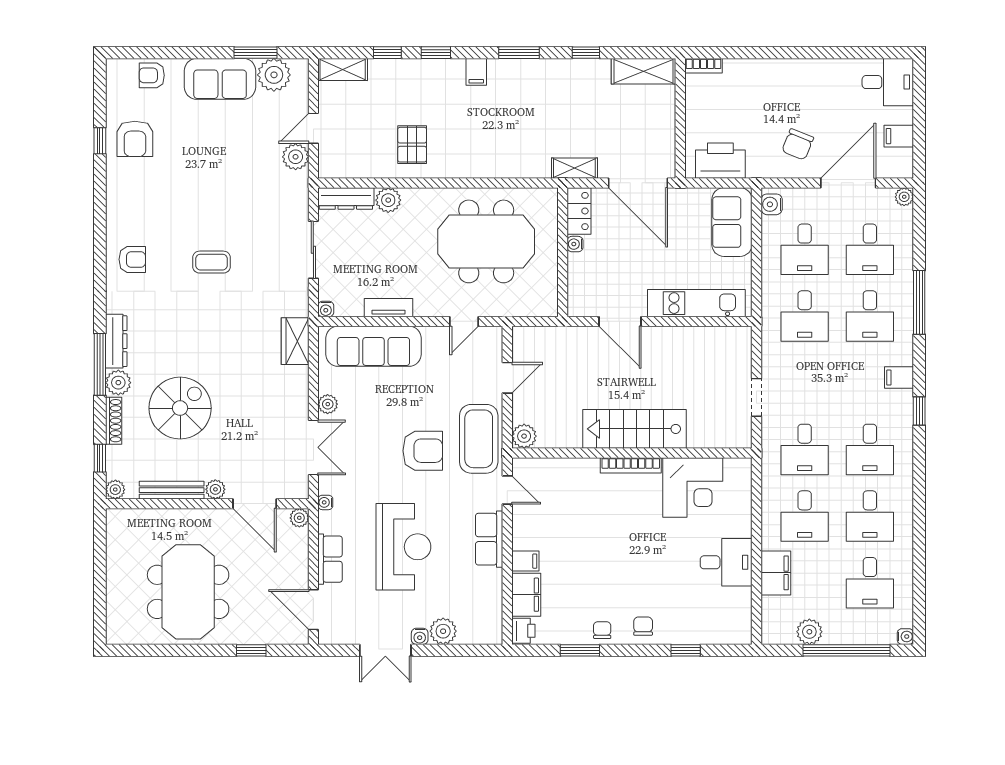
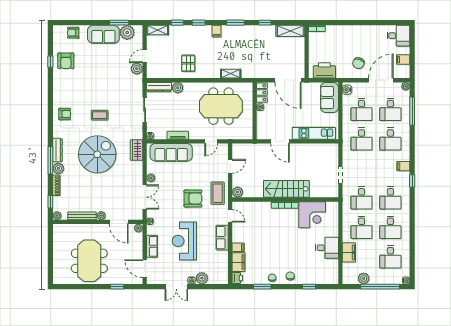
shelving: (574, 168) -> (231, 74), moved
window: (919, 302) -> (412, 111), moved
spiral stairs: (180, 408) -> (97, 154), moved, width x1.37, depth x1.37
coffee table: (479, 439) -> (218, 193), width x0.73, depth x0.76
reception desk: (403, 547) -> (184, 241), turned 180

